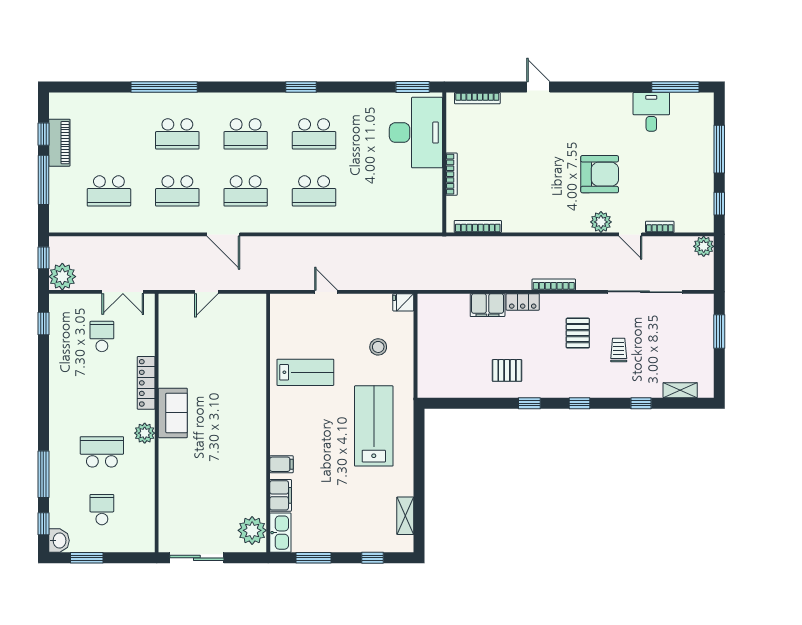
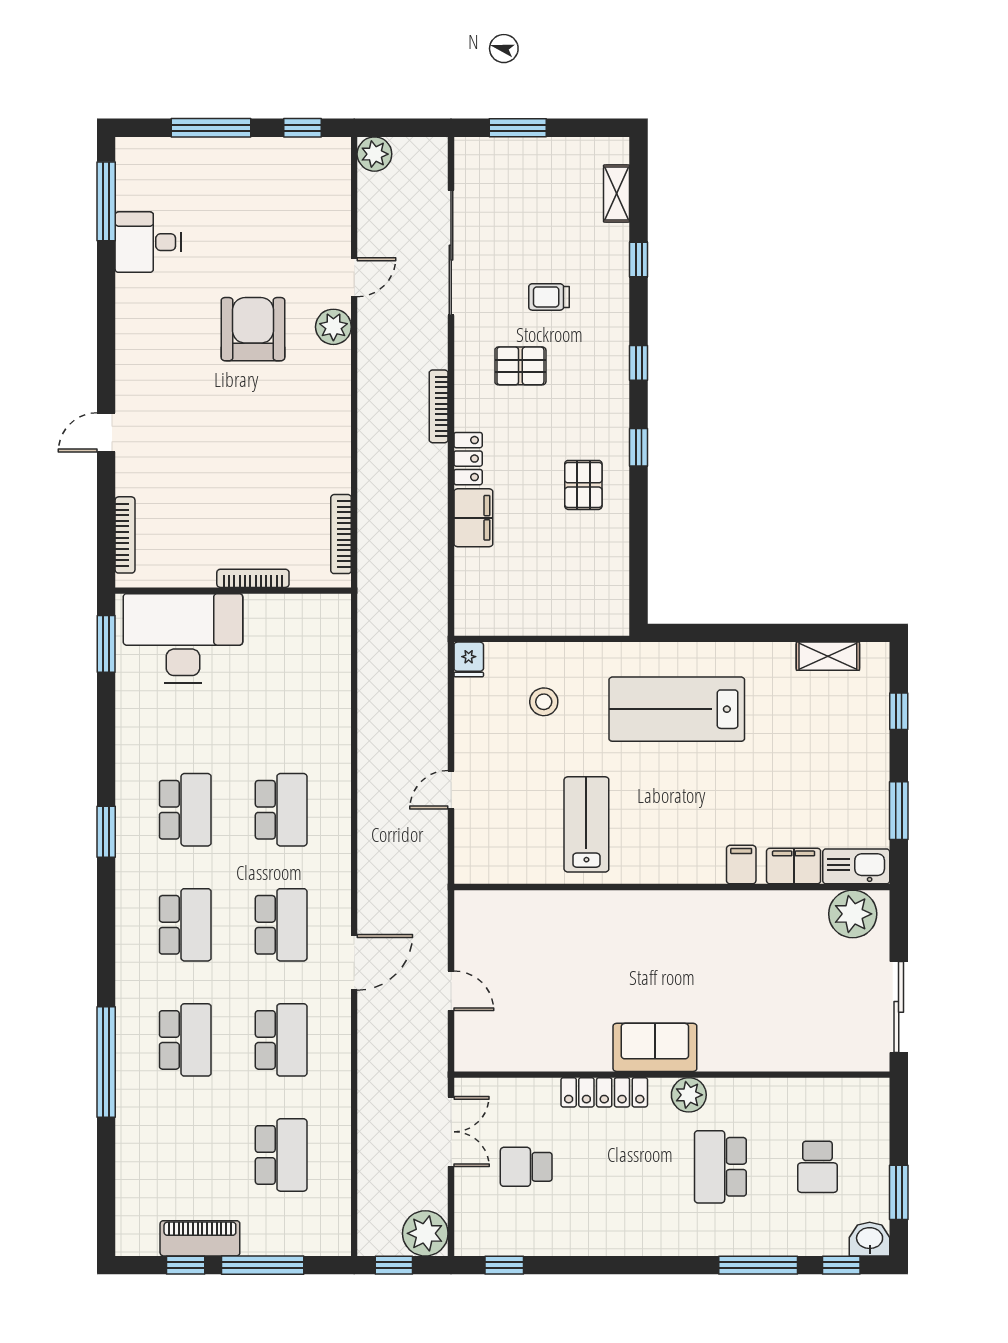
bookcase: (660, 227) -> (342, 228), removed
school desk: (102, 510) -> (817, 1167), turned -90

